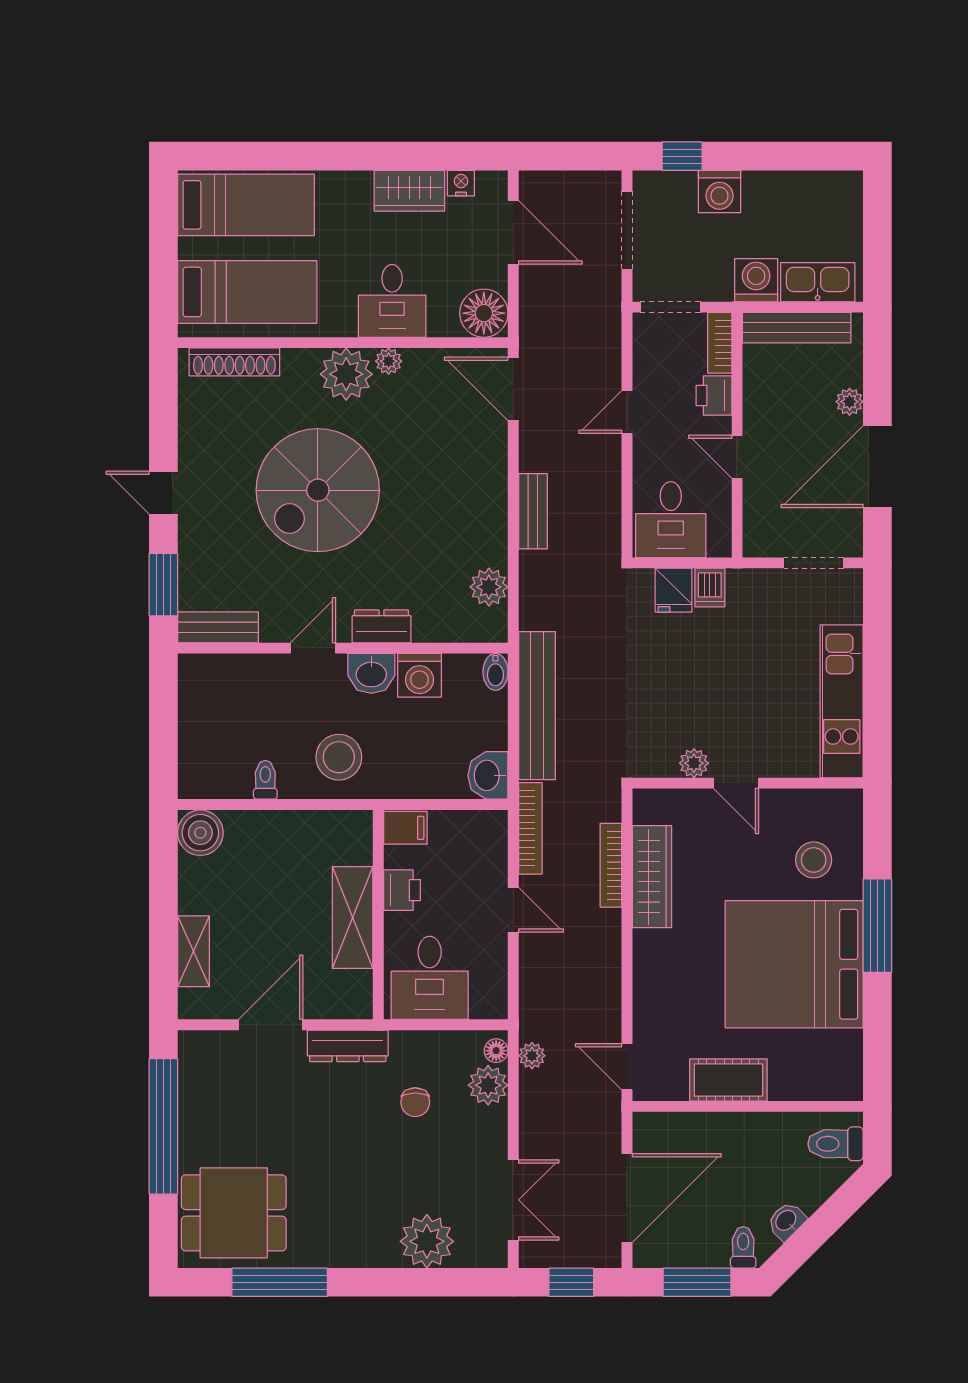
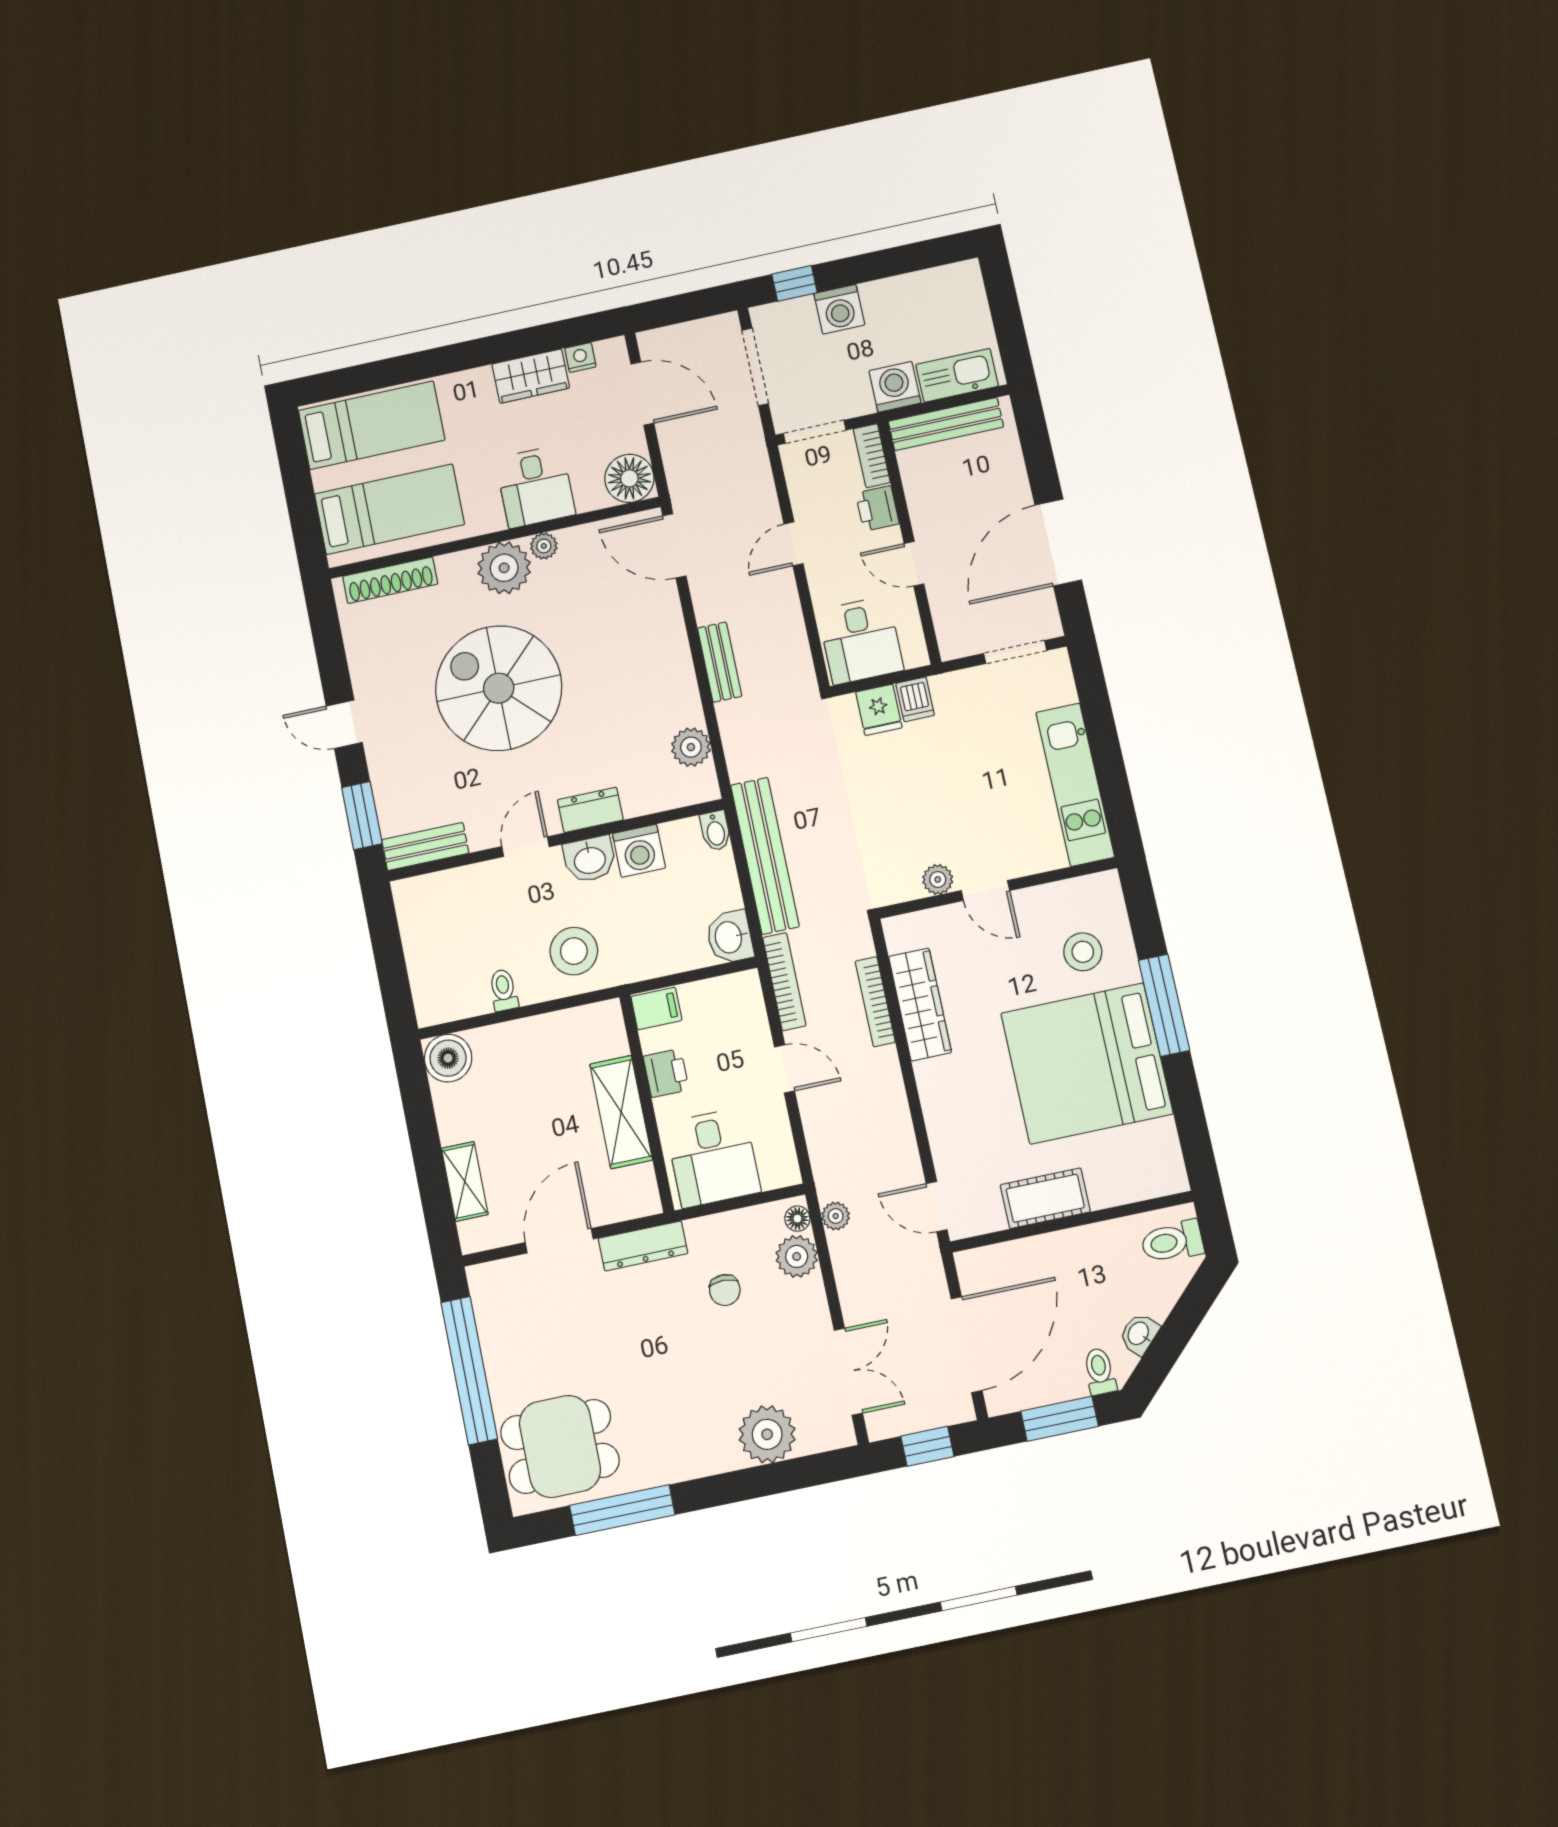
plant: (850, 402) -> (1015, 485), removed
spiral stairs: (318, 490) -> (499, 688), turned 90

